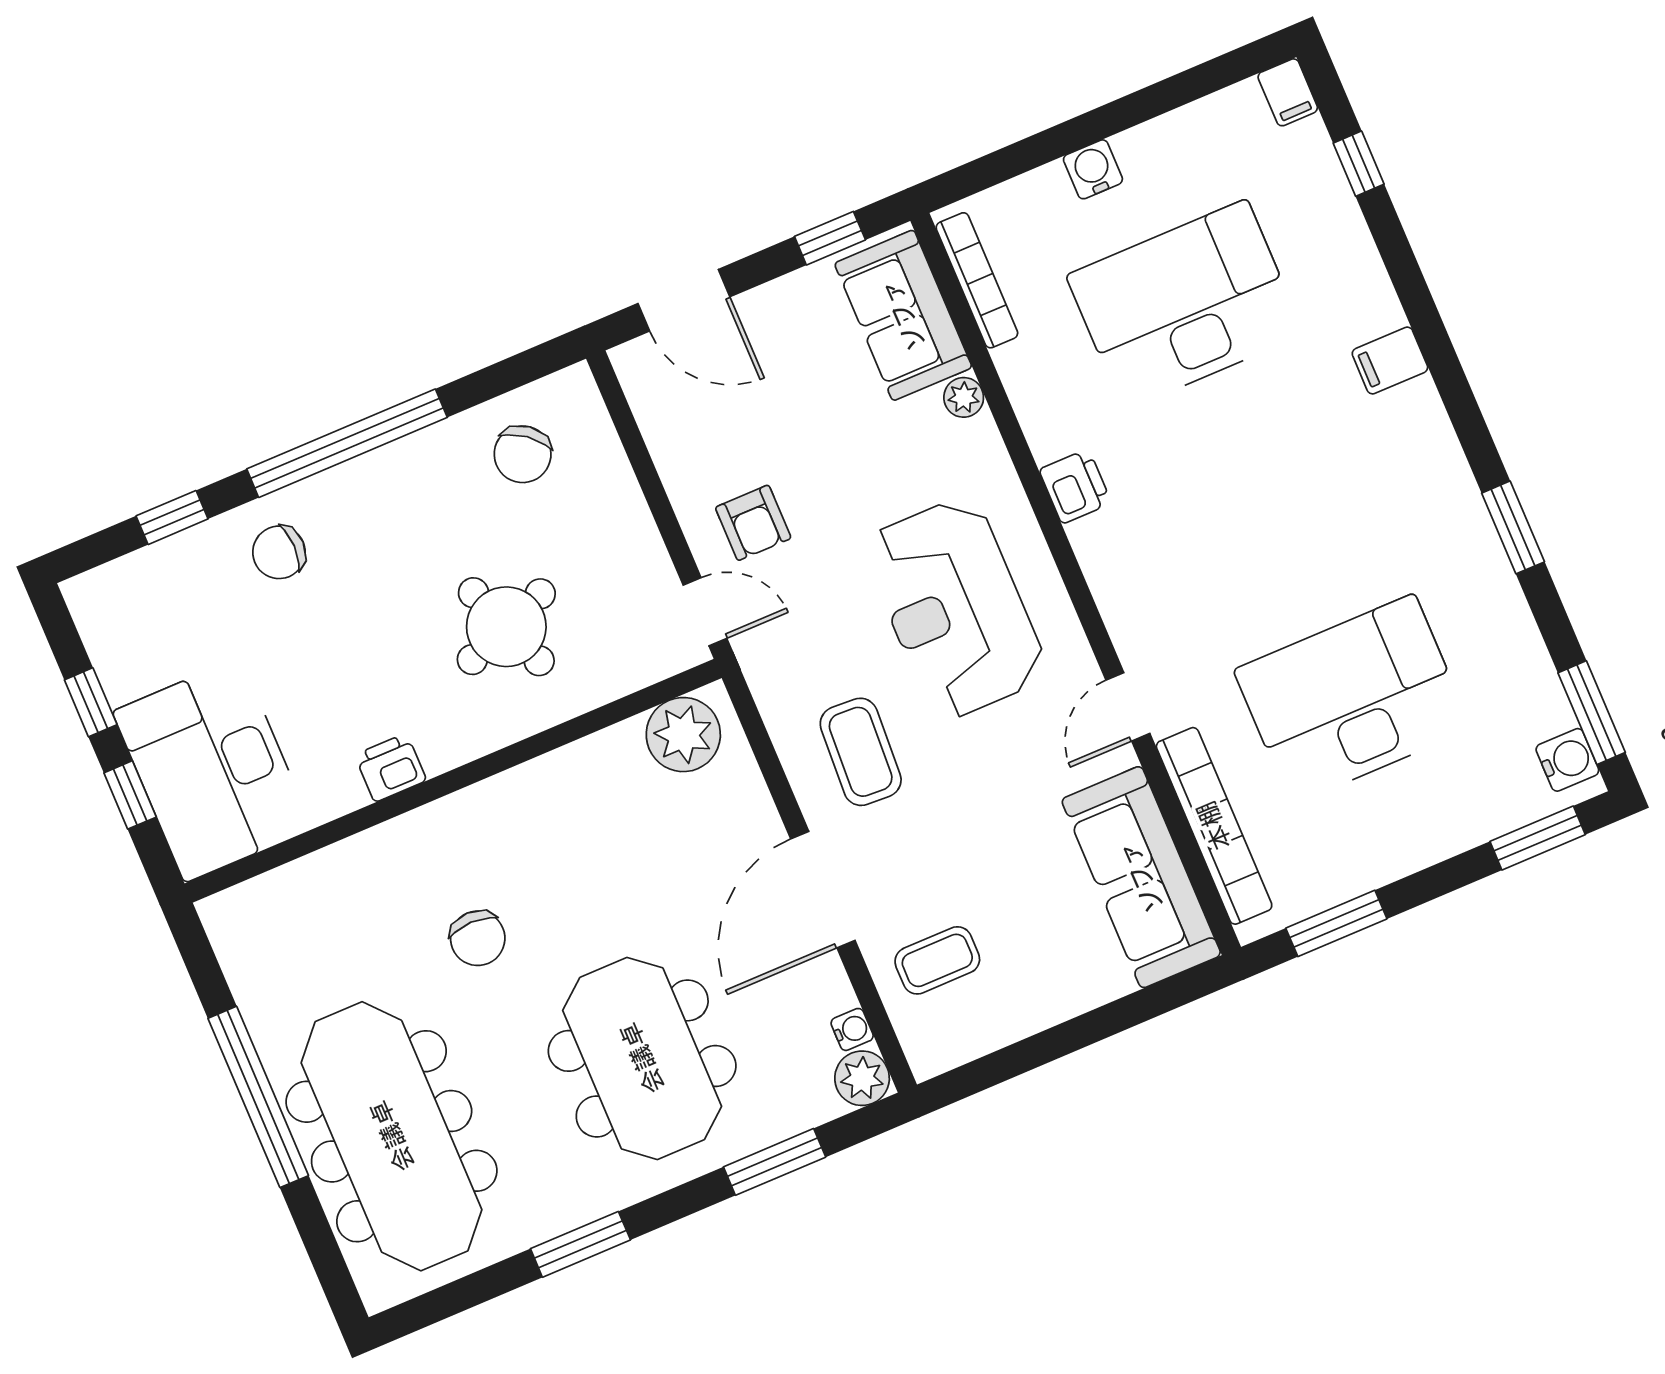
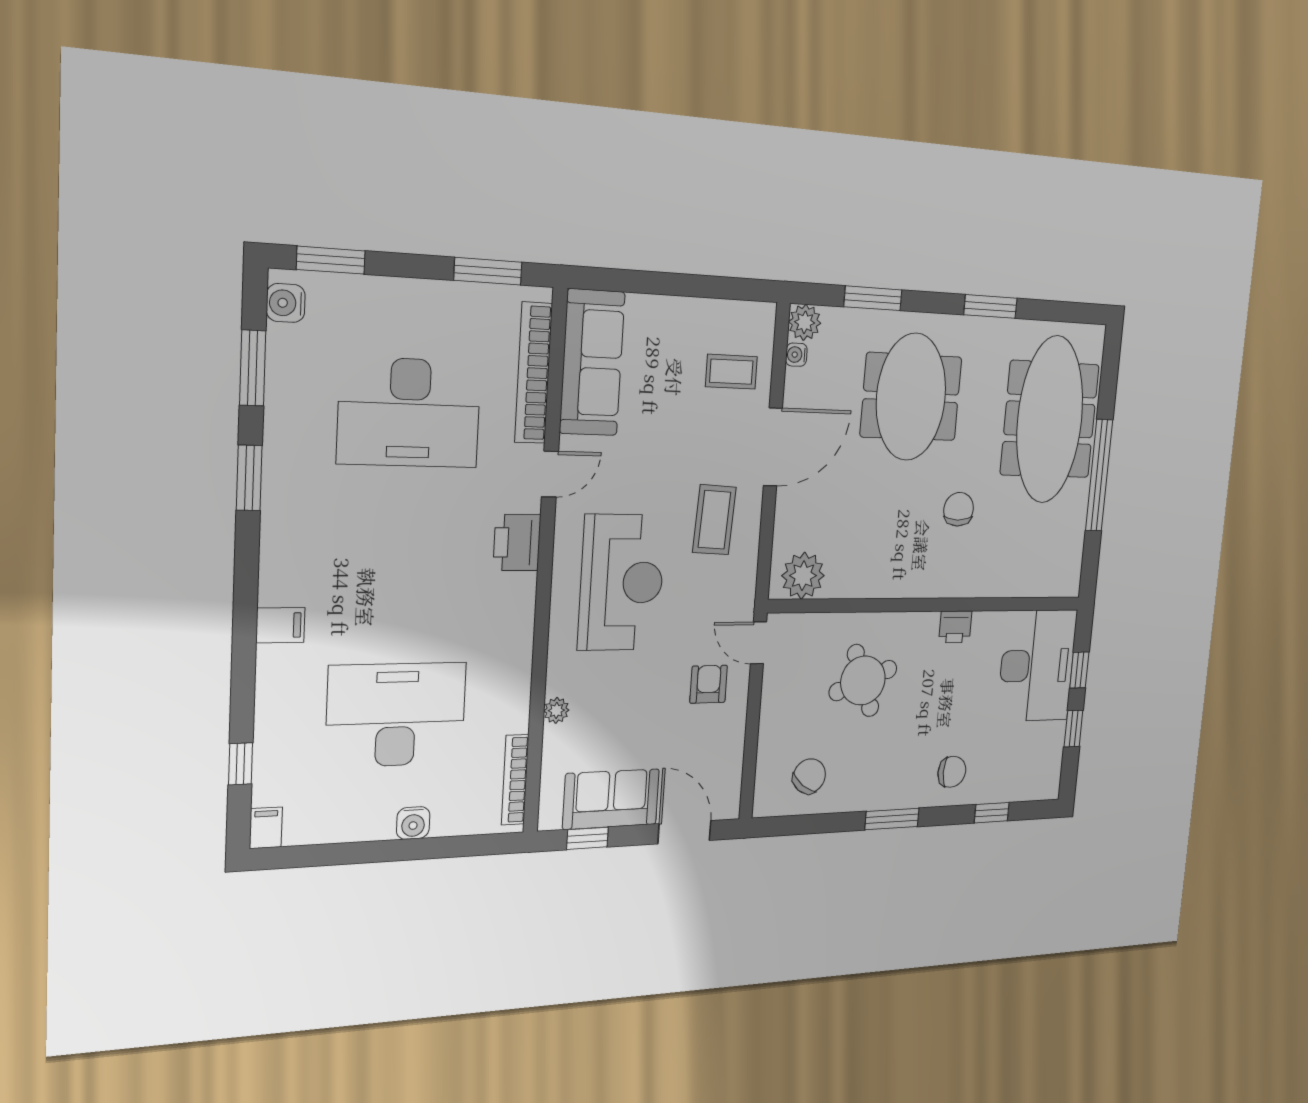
desk: (1185, 305) -> (396, 715), turned 180
sofa: (903, 315) -> (611, 799), moved, turned -90
window: (347, 443) -> (892, 819), width x0.47
printer: (1075, 486) -> (517, 543), moved, width x1.36, depth x1.24
window: (1592, 713) -> (253, 368), moved

